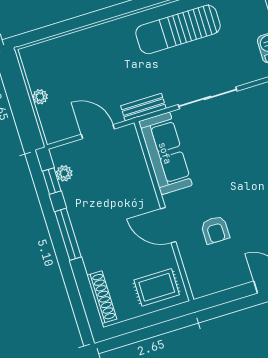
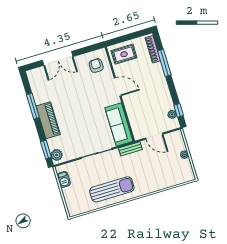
armchair: (215, 230) -> (96, 66), moved
window: (68, 234) -> (164, 63), moved

